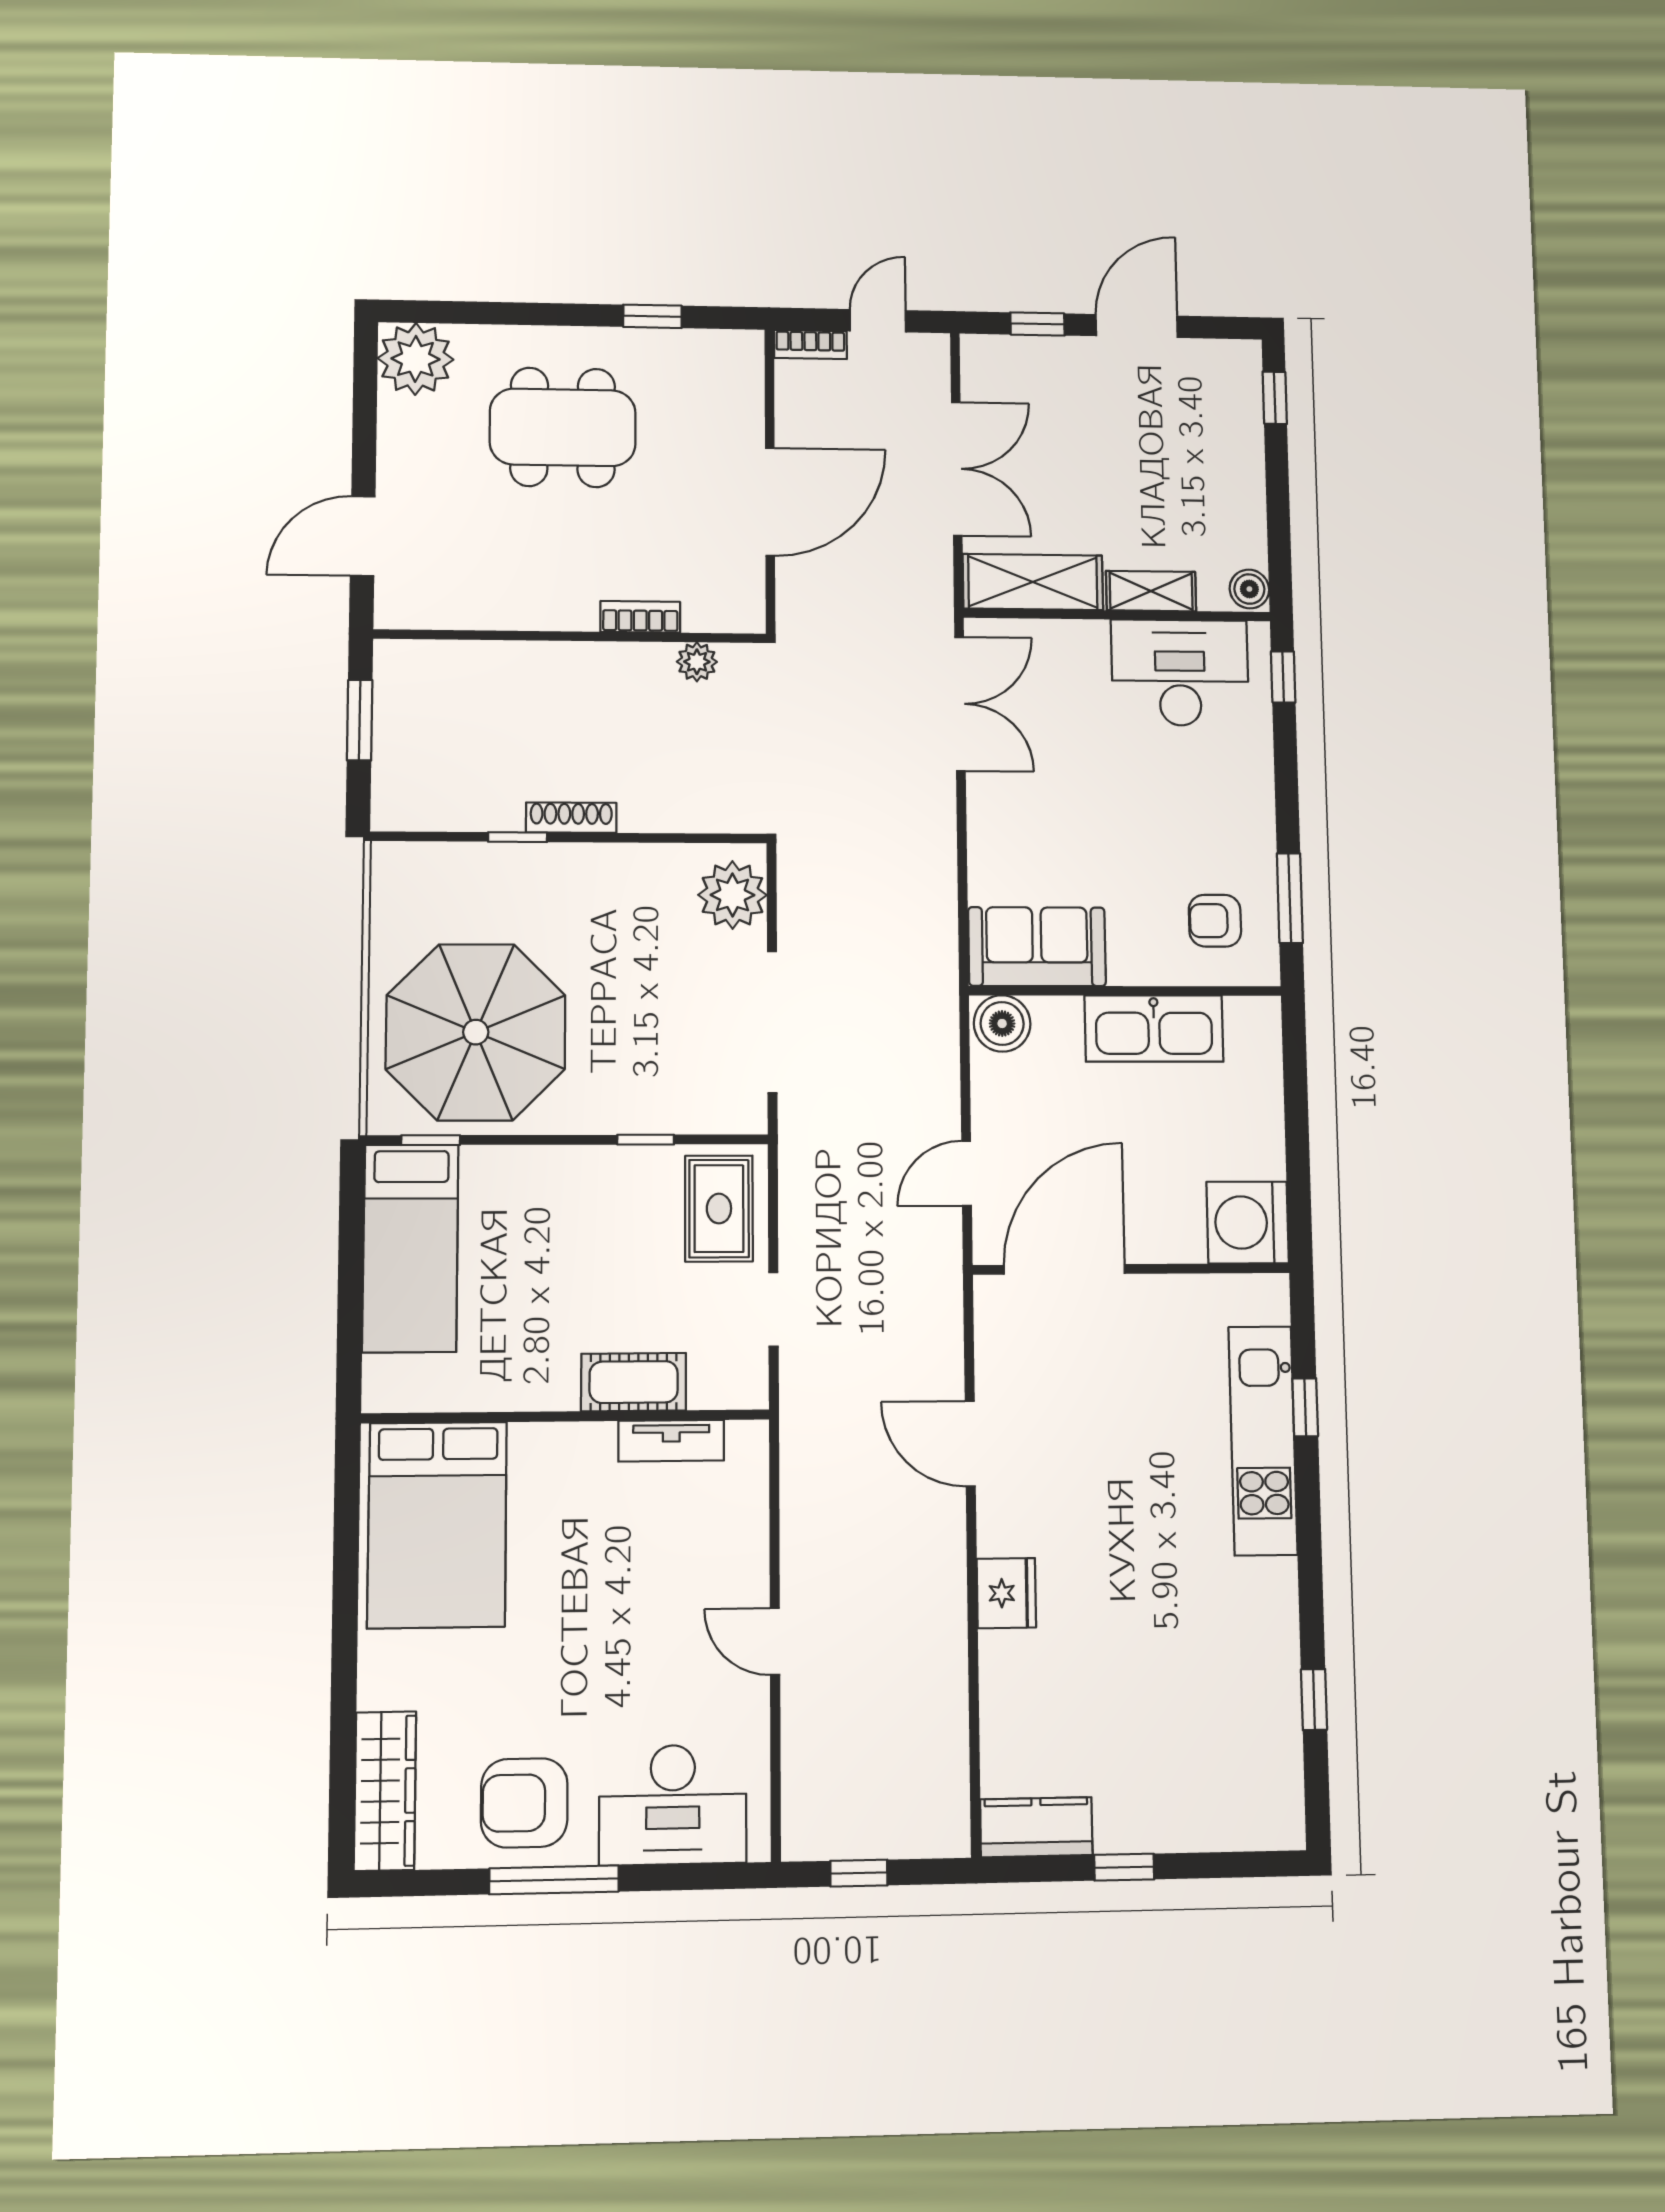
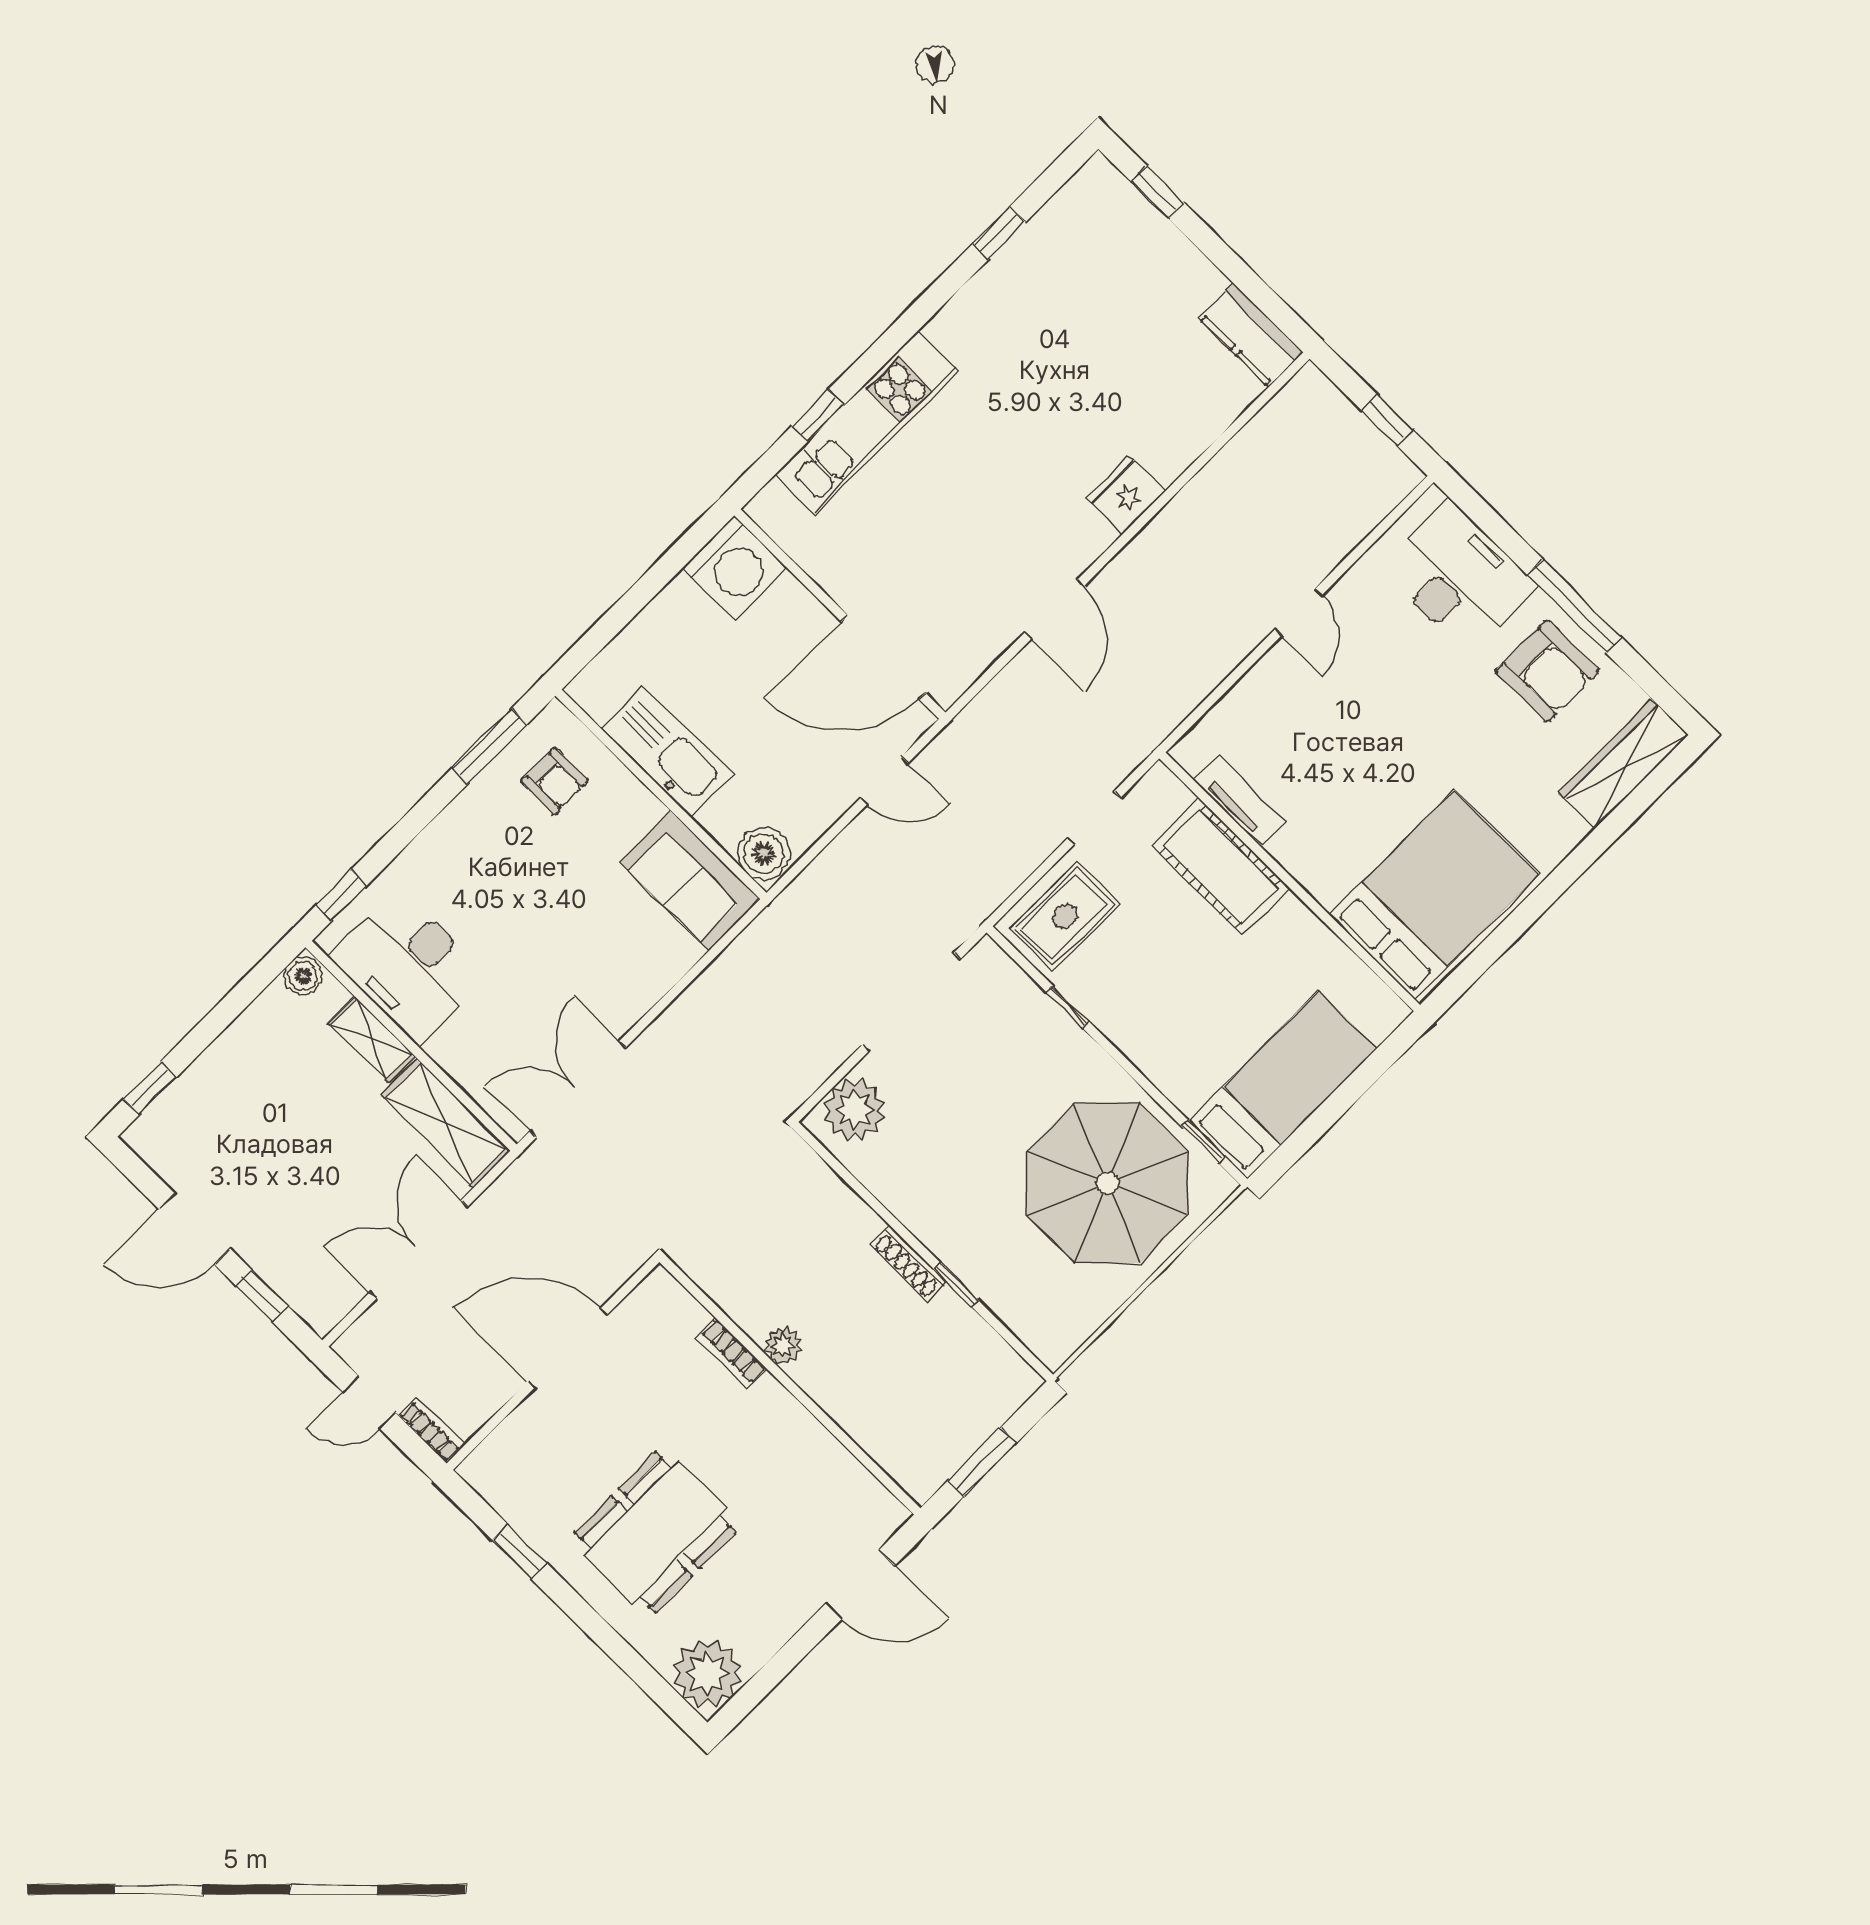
dining table: (563, 427) -> (655, 1532), turned 90
plant: (697, 662) -> (783, 1346), moved
cot: (634, 1382) -> (1221, 867), width x1.37, depth x1.34
window: (1124, 1867) -> (1158, 192), moved

